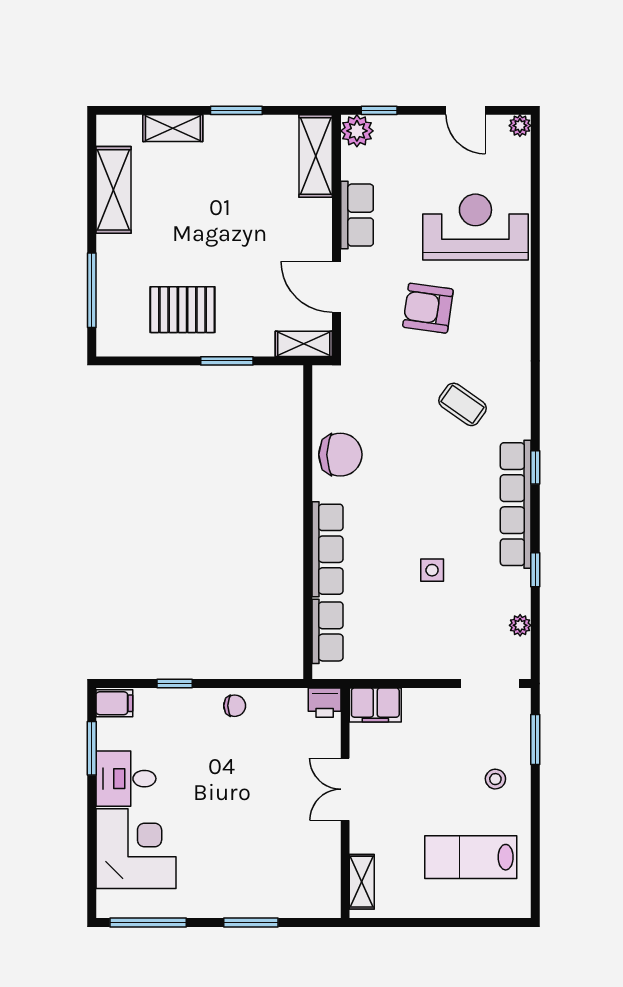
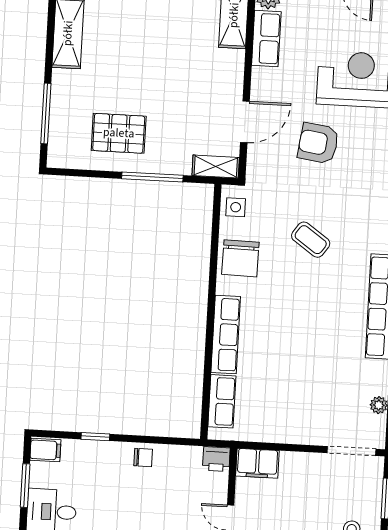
row of seats: (357, 215) -> (266, 39), moved
door: (336, 287) -> (245, 122), swing flipped
window: (227, 361) -> (152, 177), width x1.44
coffee table: (462, 404) -> (311, 240), moved
chair: (340, 455) -> (240, 258), turned 91
side table: (432, 570) -> (236, 207), moved

